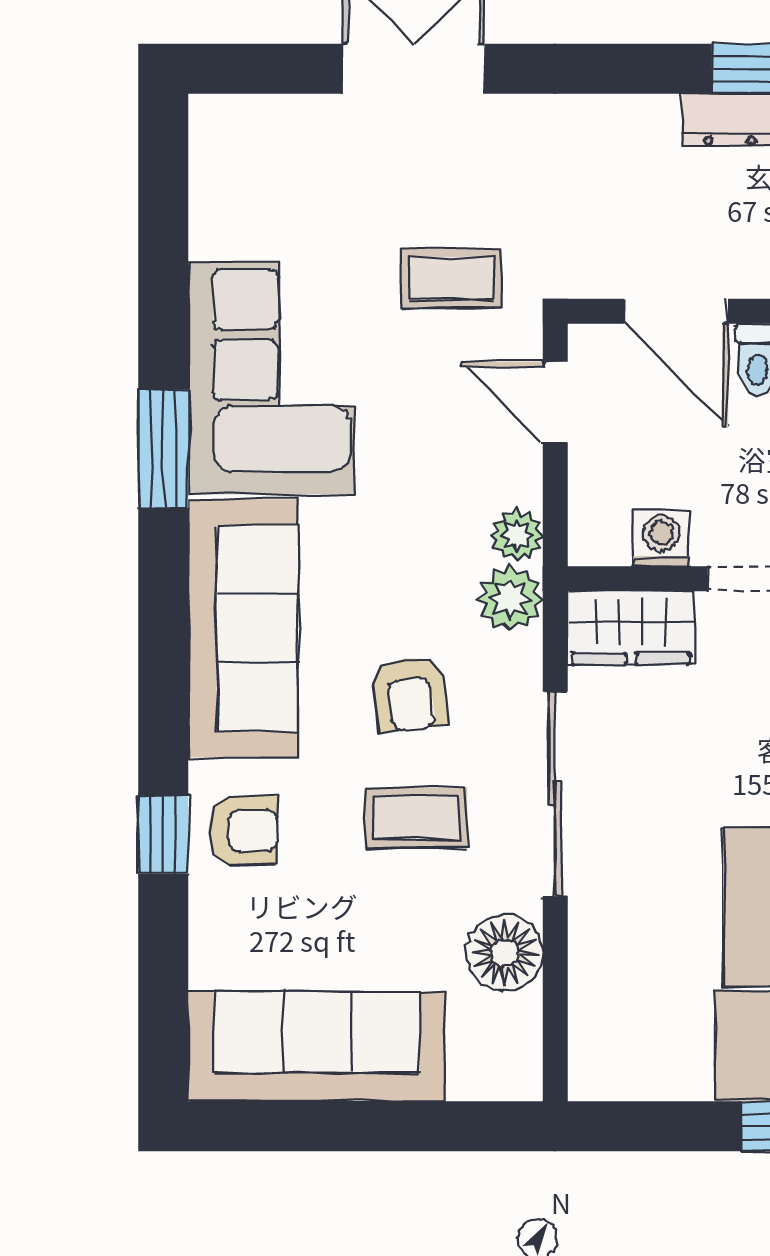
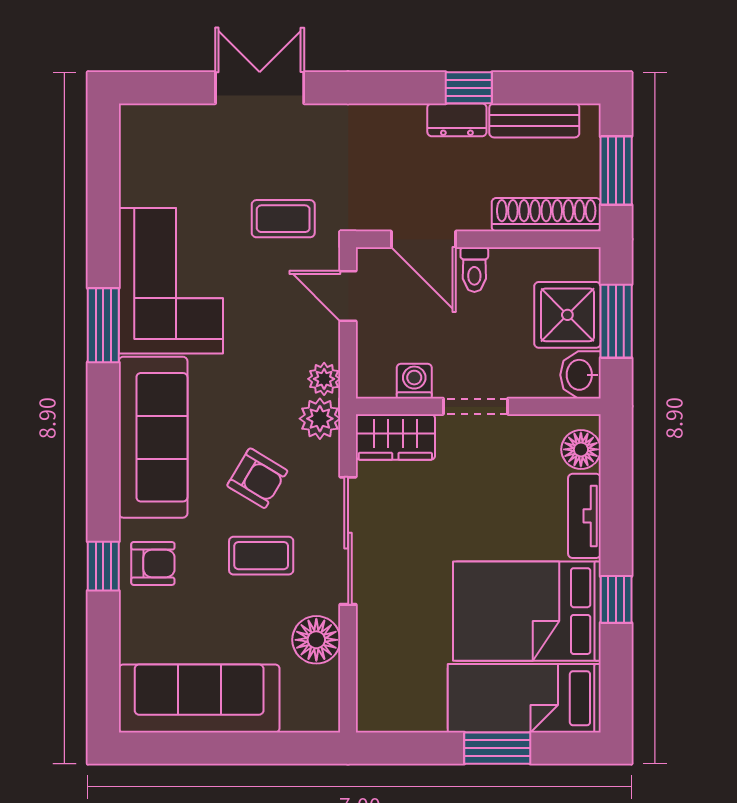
armchair: (410, 694) -> (257, 478), turned -51

